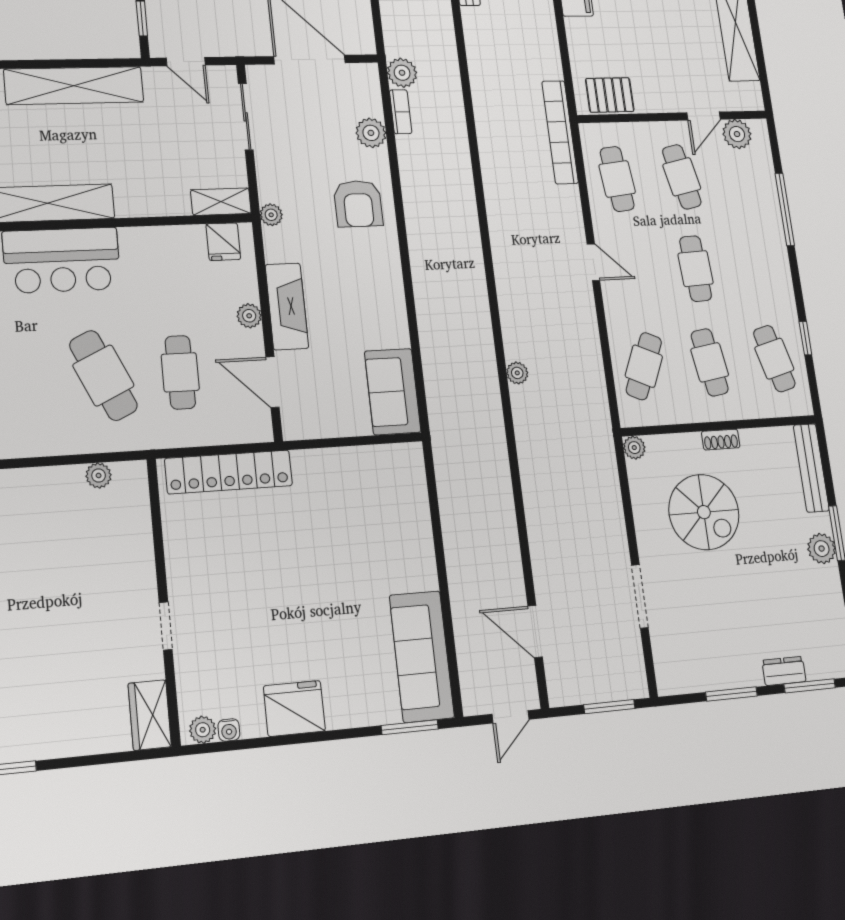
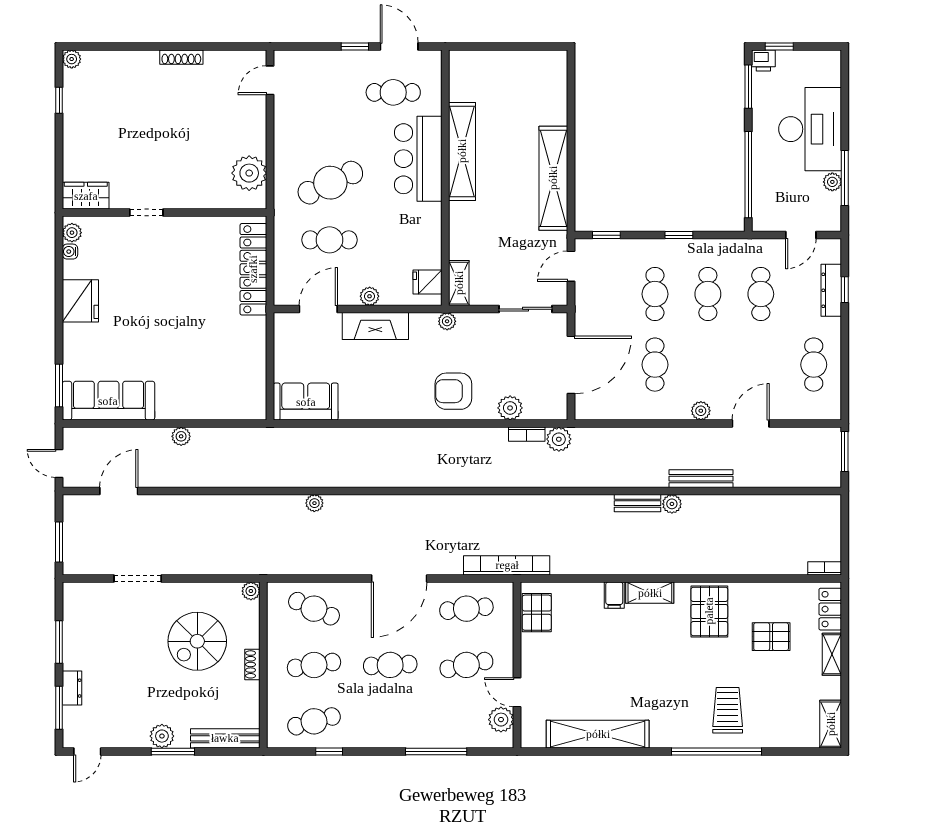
door: (593, 262) -> (399, 579), width x1.87
plant: (99, 475) -> (249, 173), width x1.87, depth x1.87
plant: (456, 553) -> (181, 436), added

